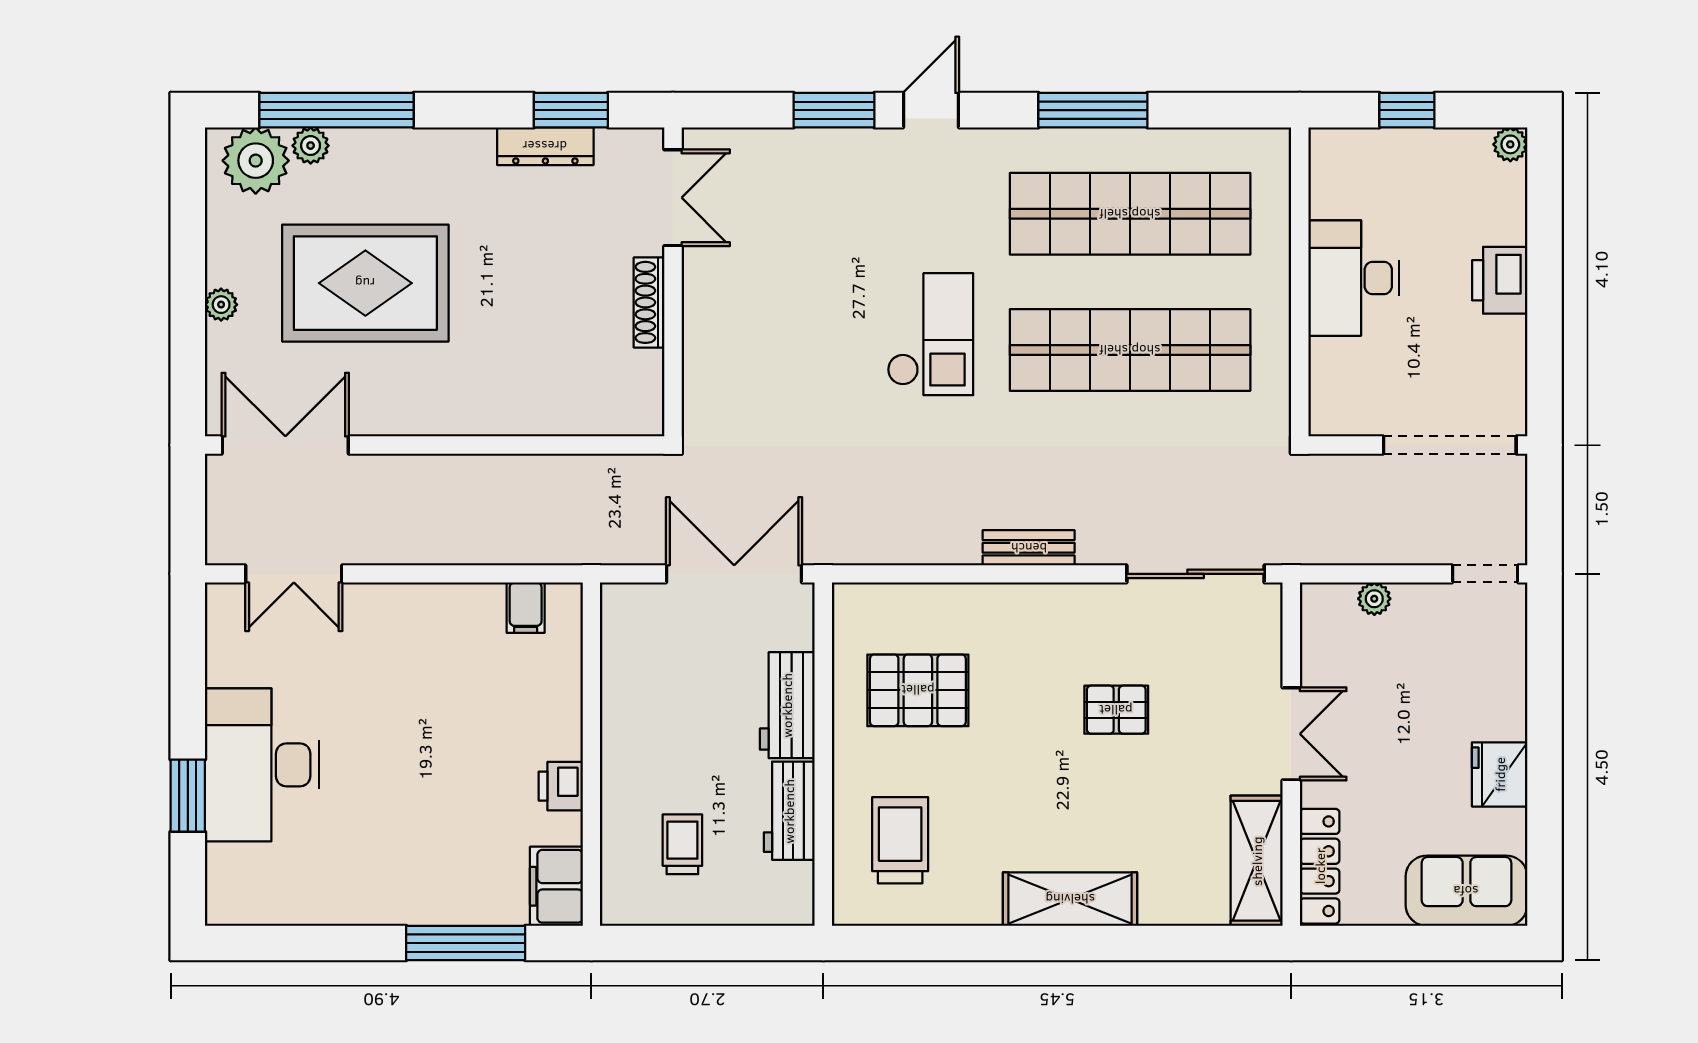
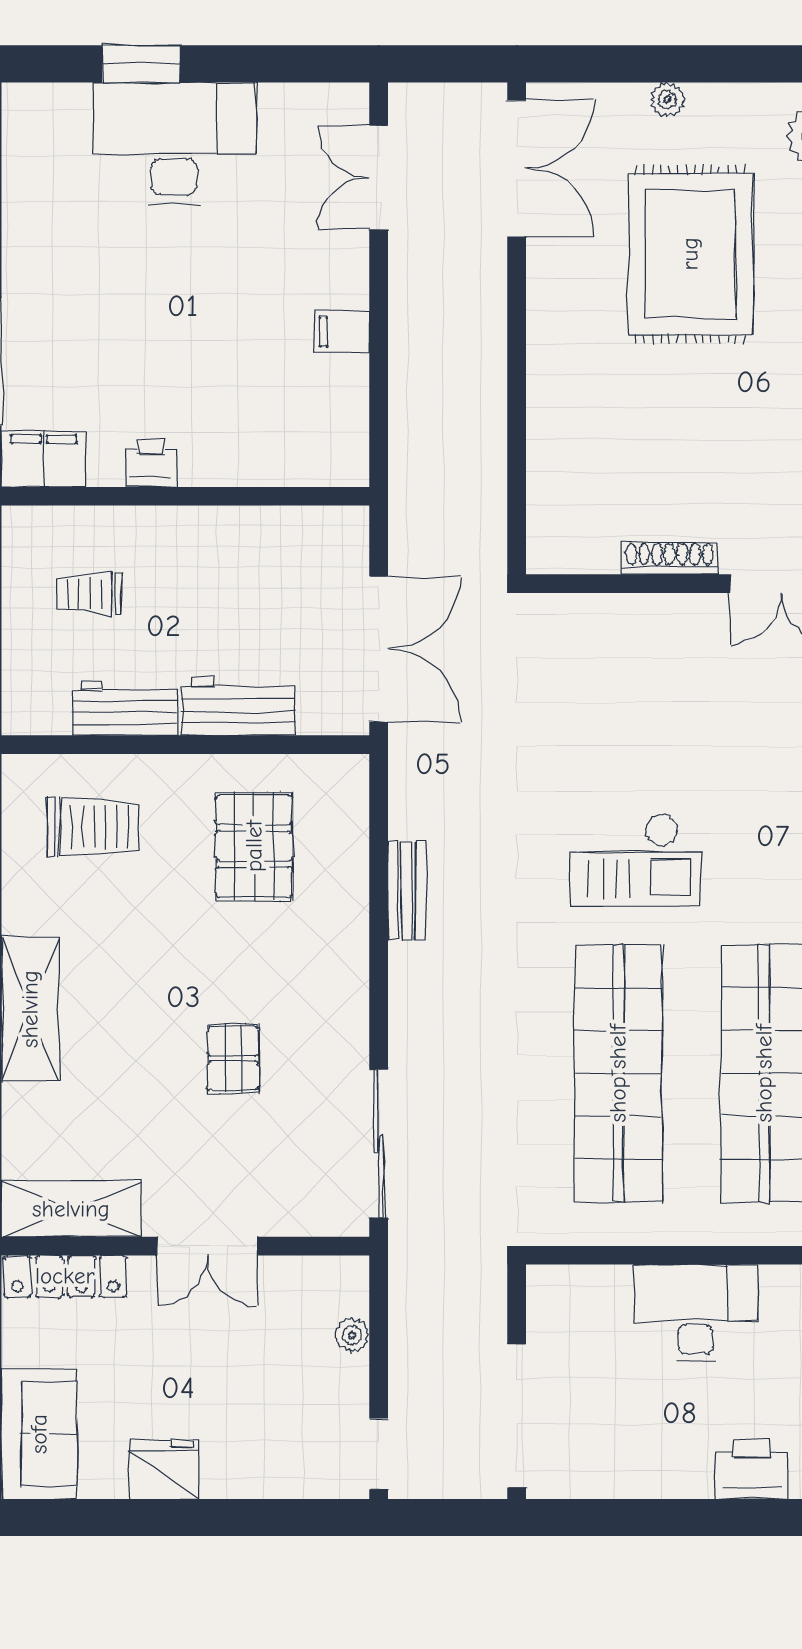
printer: (1500, 280) -> (752, 1469), moved
bench: (1029, 548) -> (407, 891), moved
filing cabinet: (526, 608) -> (342, 332), moved
trolley: (682, 844) -> (89, 594), turned 180

